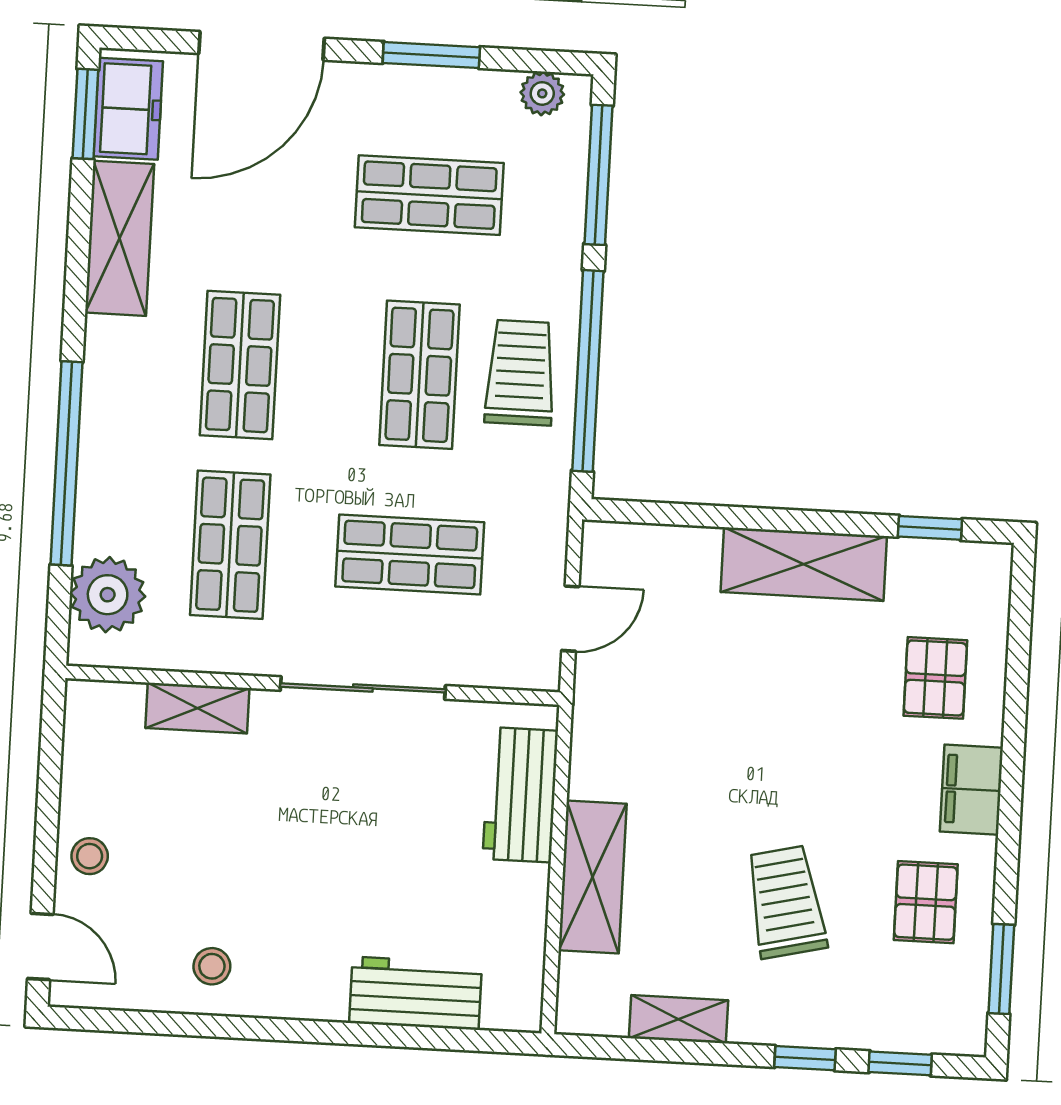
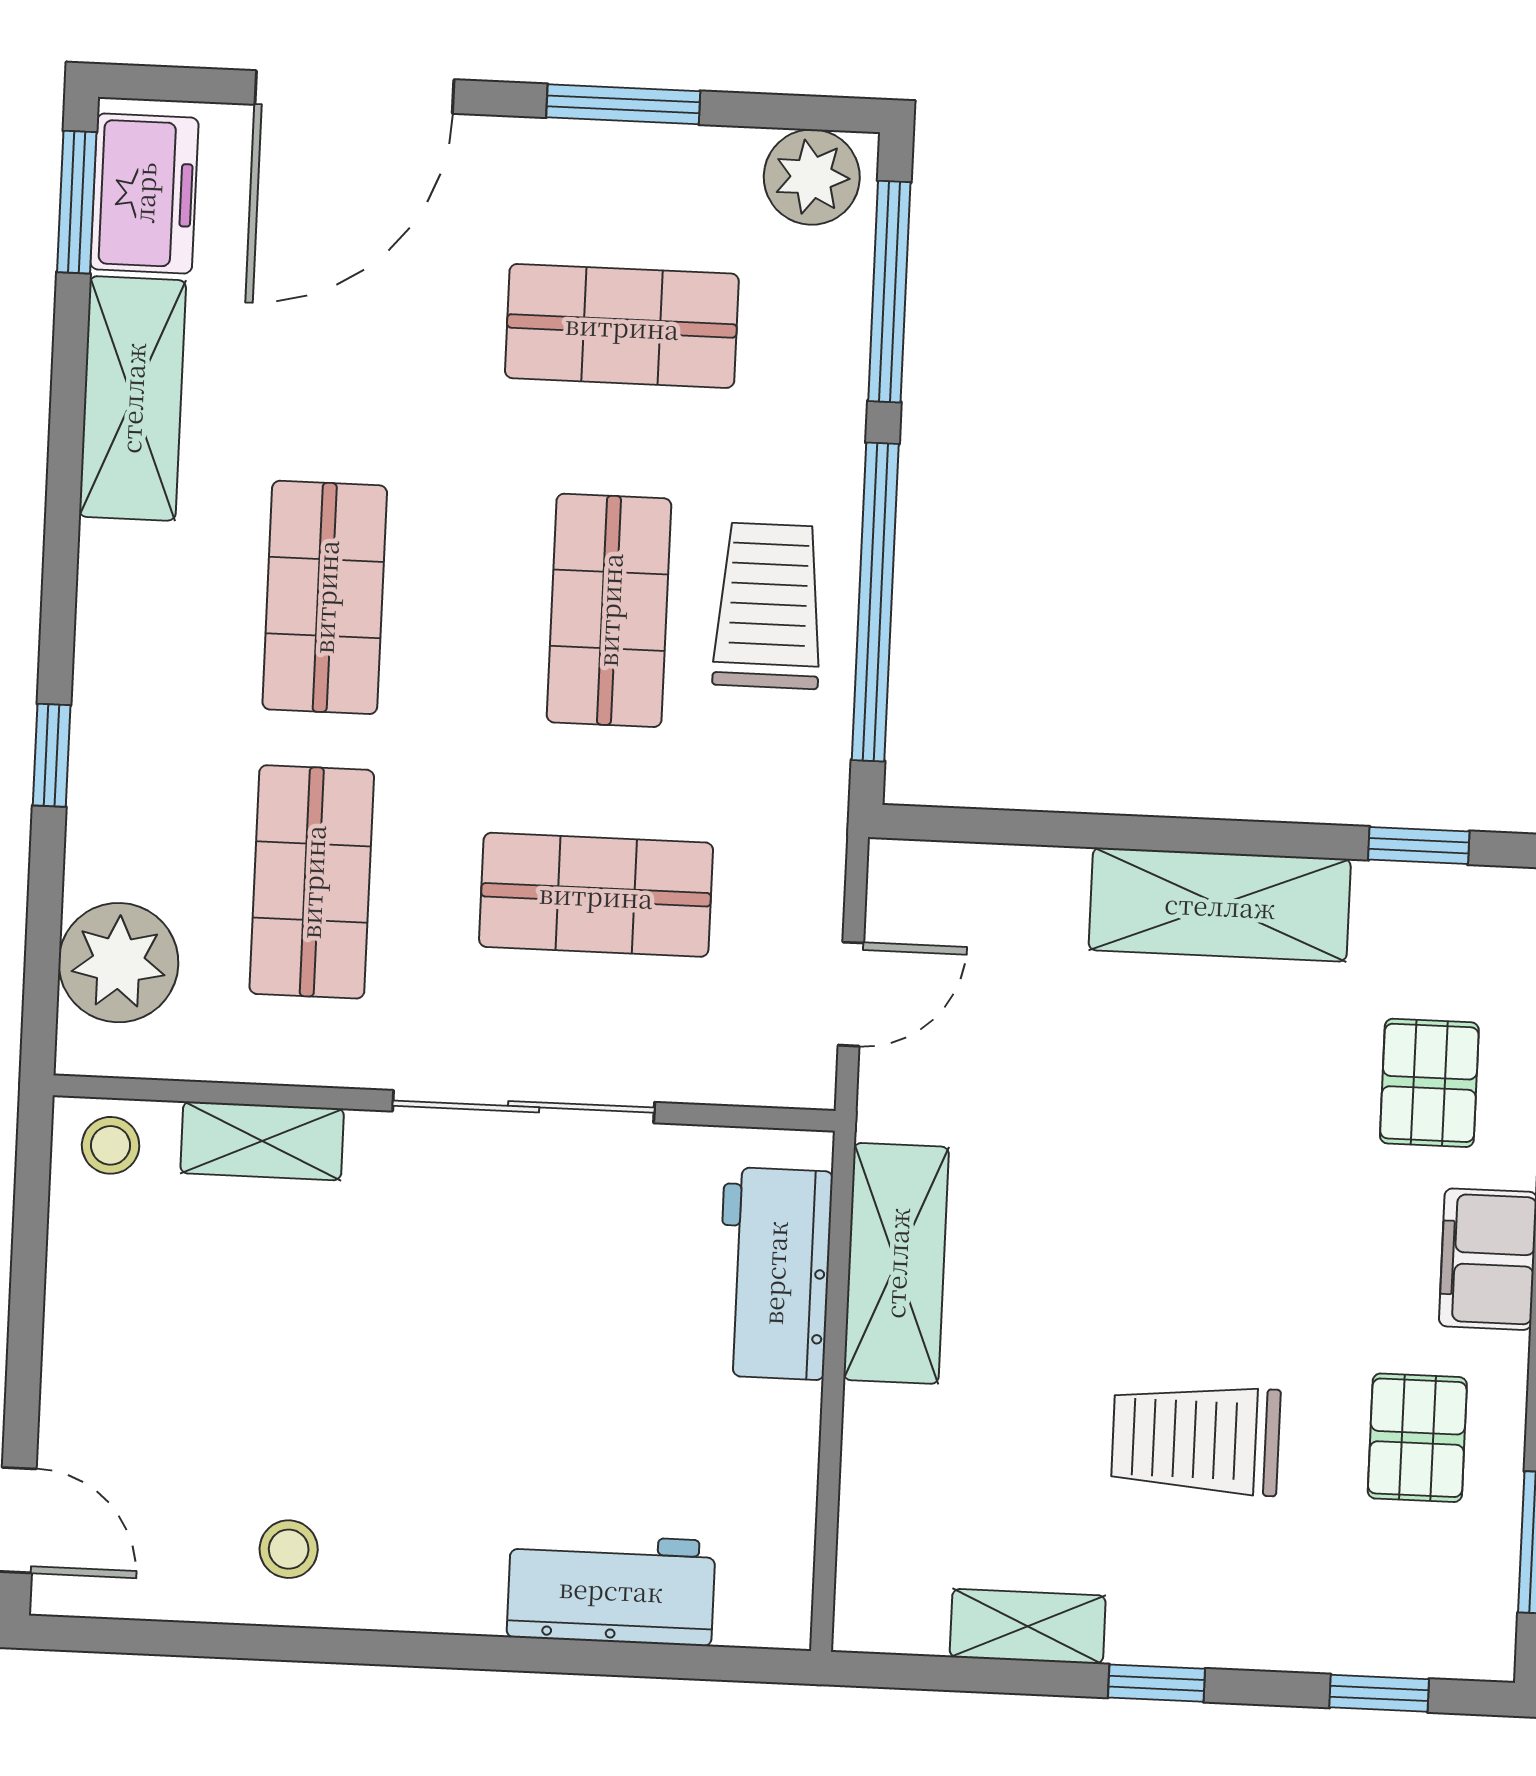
plant: (542, 93) -> (812, 177), width x1.38, depth x1.38
window: (66, 463) -> (52, 755), width x0.32
stool: (90, 856) -> (111, 1145), moved
shelving: (593, 877) -> (896, 1263), moved
trolley: (786, 902) -> (1196, 1439), turned -77
window: (805, 1058) -> (1157, 1683), moved

